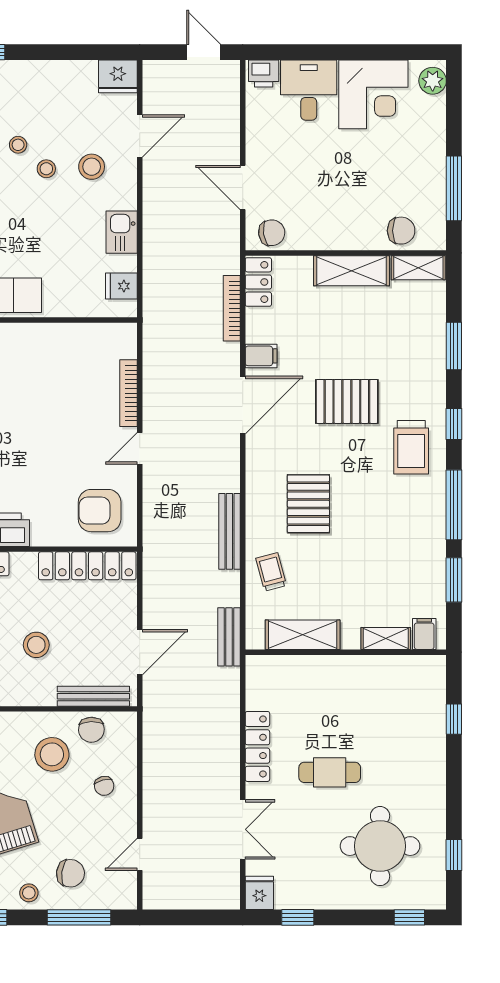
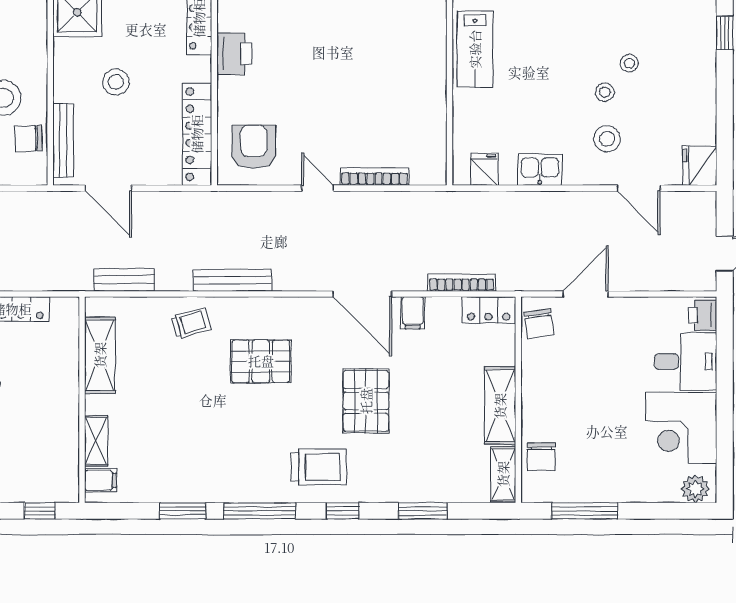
trolley: (411, 447) -> (319, 467), turned 180
filing cabinet: (424, 634) -> (101, 480), moved
shelving: (303, 635) -> (100, 355), moved
shelving: (386, 638) -> (96, 441), moved
wall: (346, 652) -> (82, 400), moved

